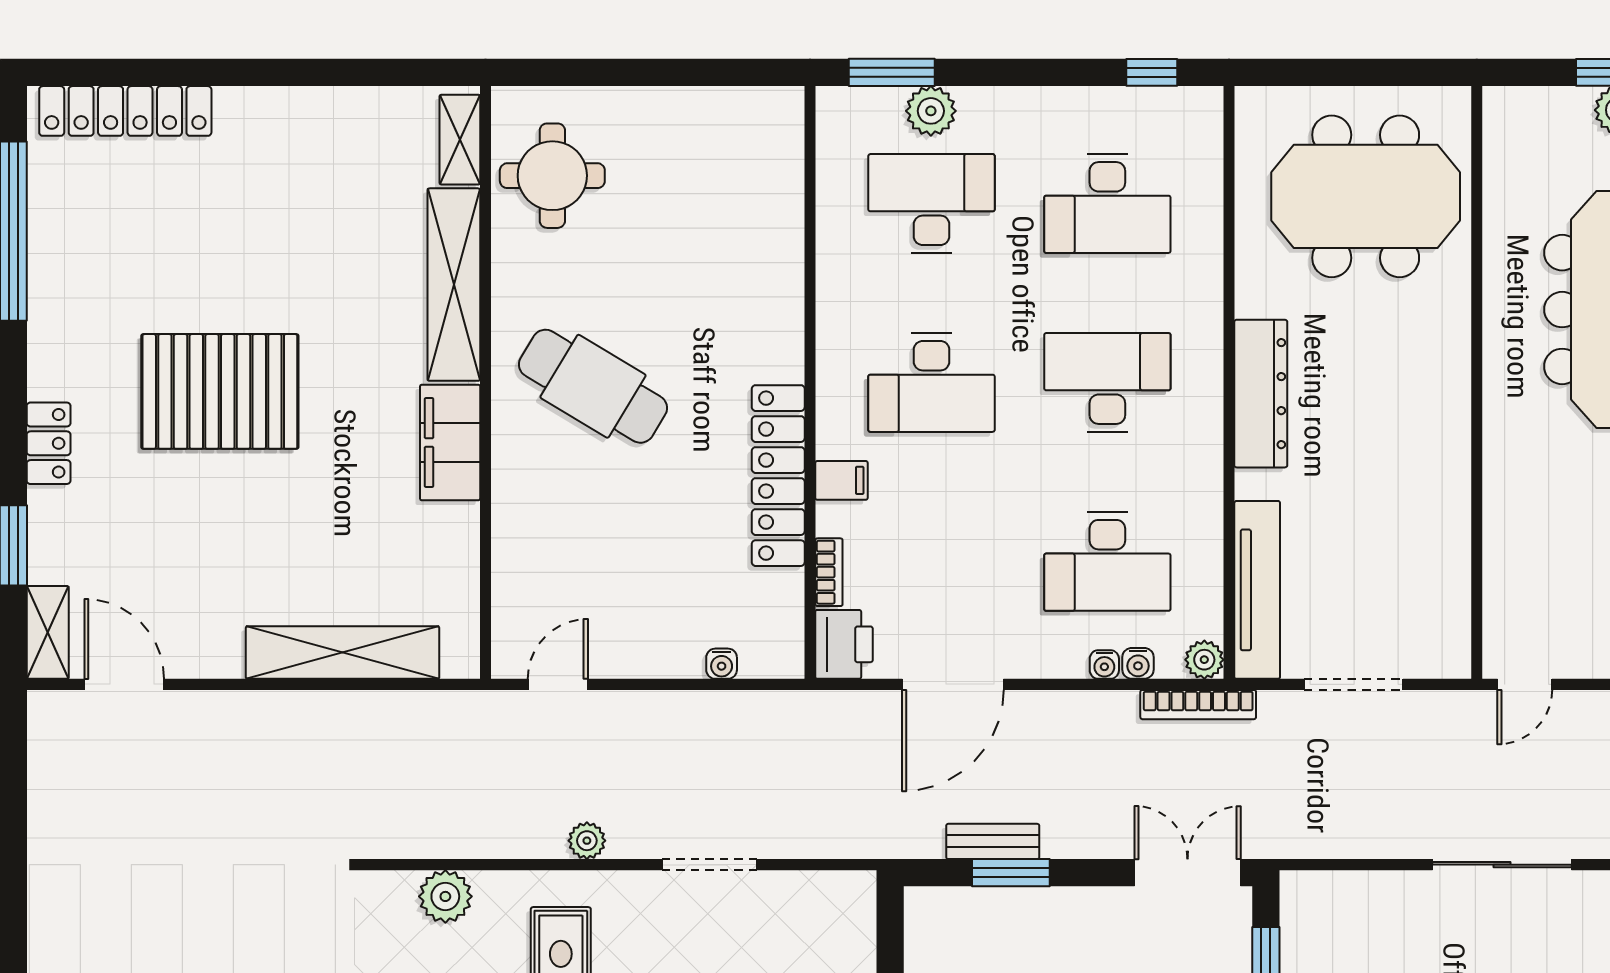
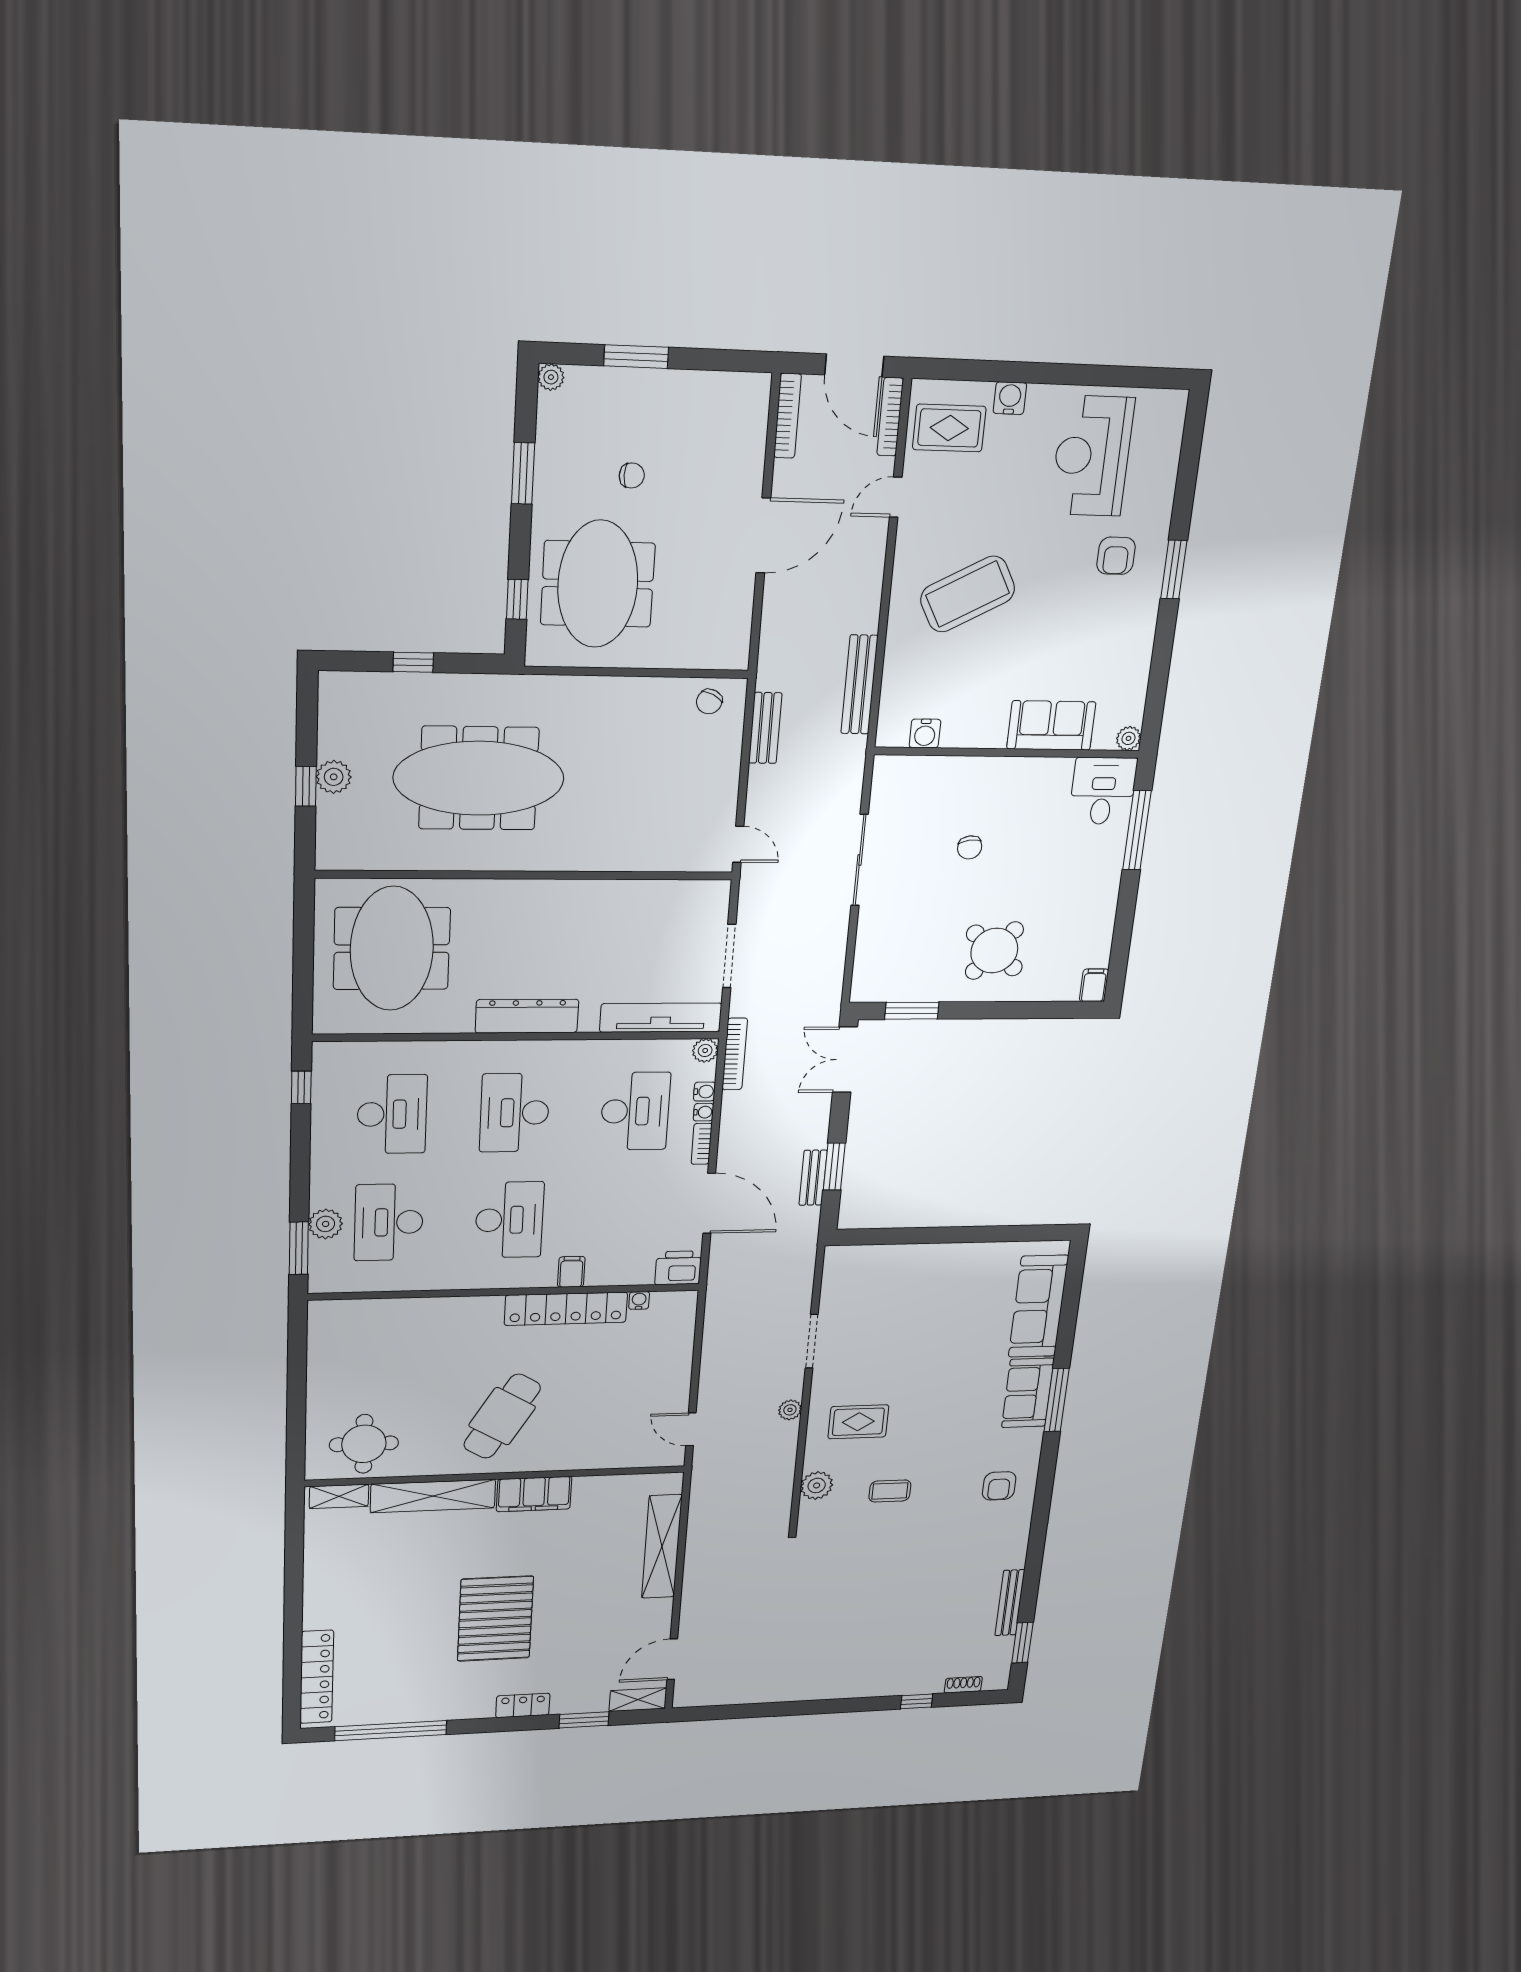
bookcase: (829, 572) -> (702, 1144), moved, turned -90
water cooler: (722, 664) -> (639, 1300), moved, turned -90

